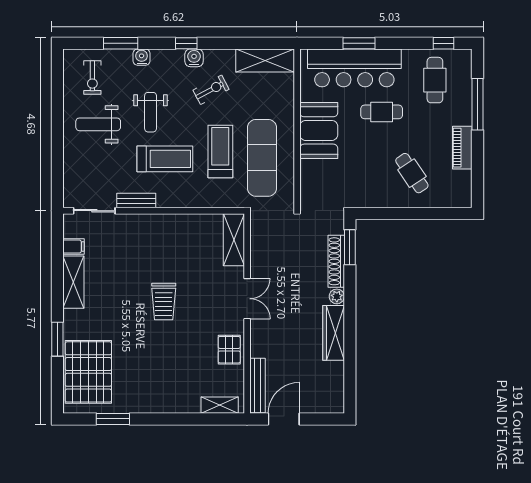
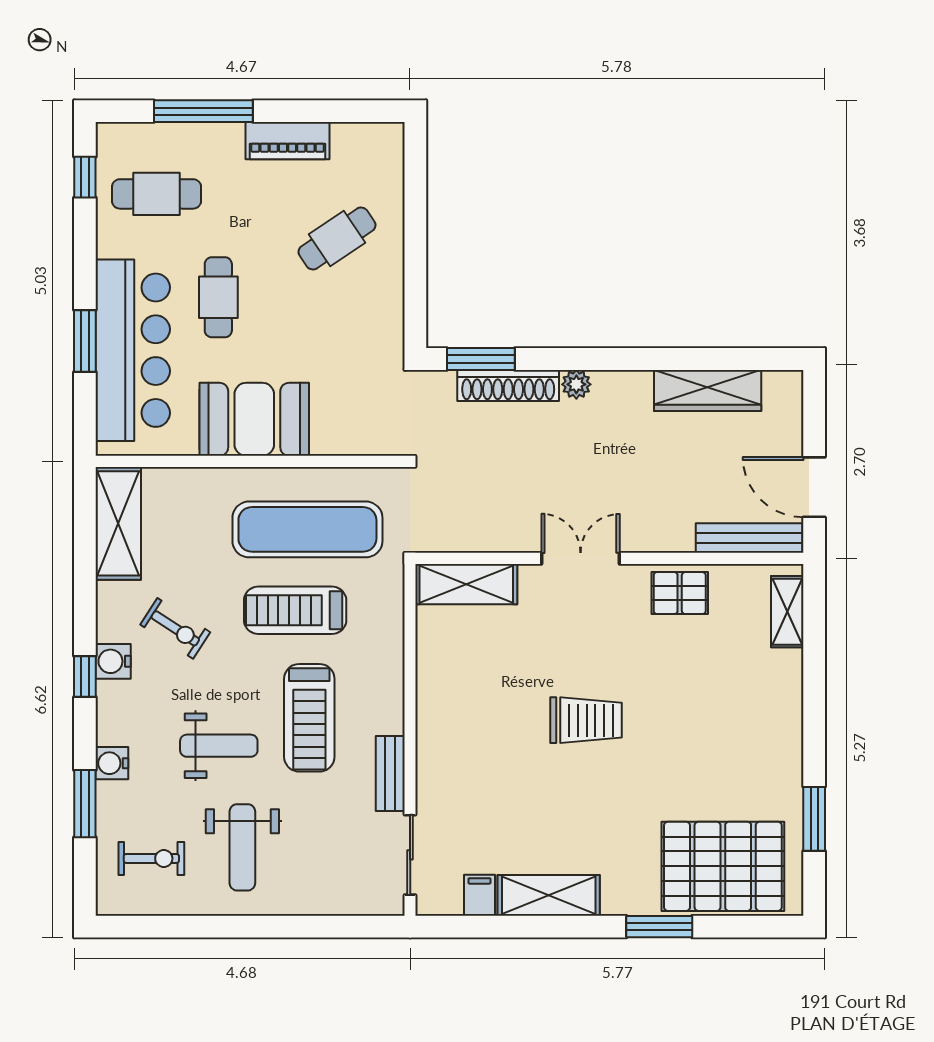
exercise bike: (211, 90) -> (175, 628), turned 151
treadmill: (165, 159) -> (309, 718), turned 180
wardrobe: (334, 333) -> (708, 390), moved

